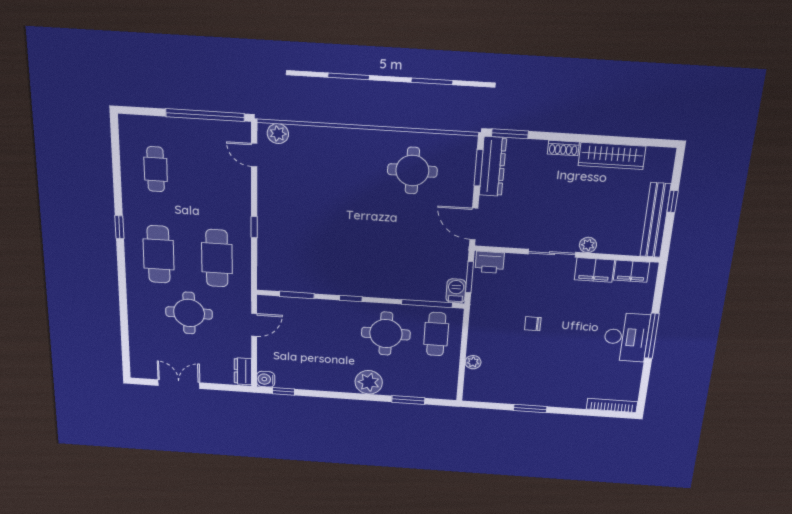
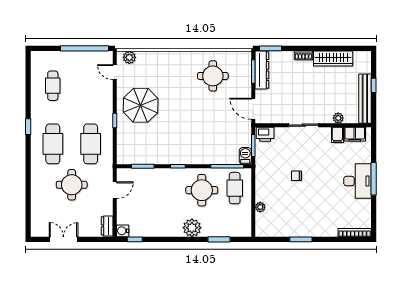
parasol: (295, 207) -> (141, 105), added
plant: (588, 245) -> (338, 118), moved
filing cabinet: (594, 270) -> (337, 135), width x0.50

